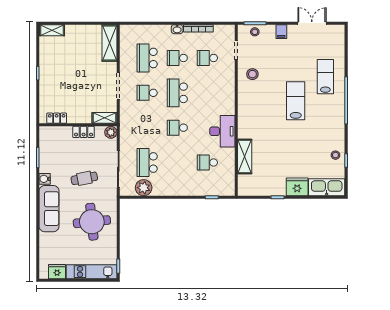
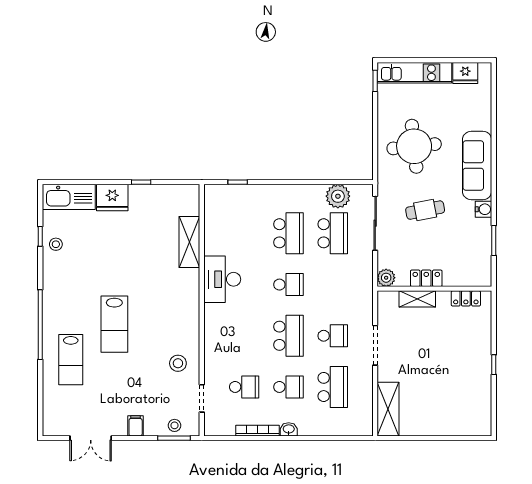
shelving: (52, 30) -> (473, 428), removed
shelving: (105, 118) -> (417, 299), moved
school desk: (207, 163) -> (288, 233), moved, width x1.85

